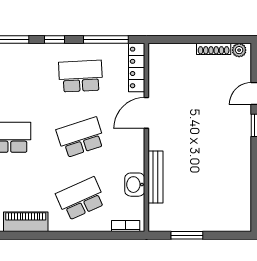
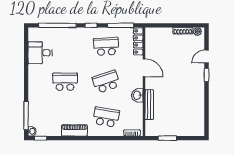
door: (146, 113) -> (144, 68), swing flipped
washbasin: (135, 185) -> (137, 95), moved
school desk: (81, 199) -> (106, 117), turned 33

